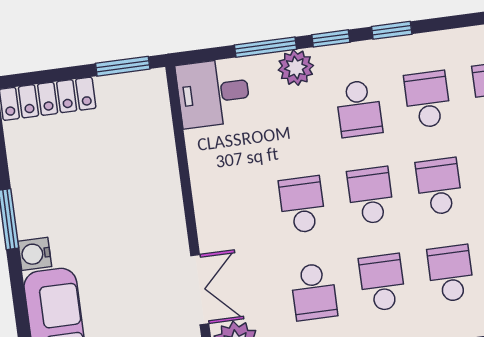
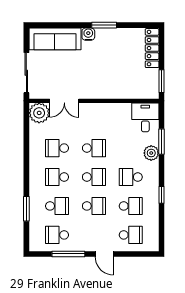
window: (331, 38) -> (161, 169), removed
school desk: (382, 283) -> (57, 177), turned 180

